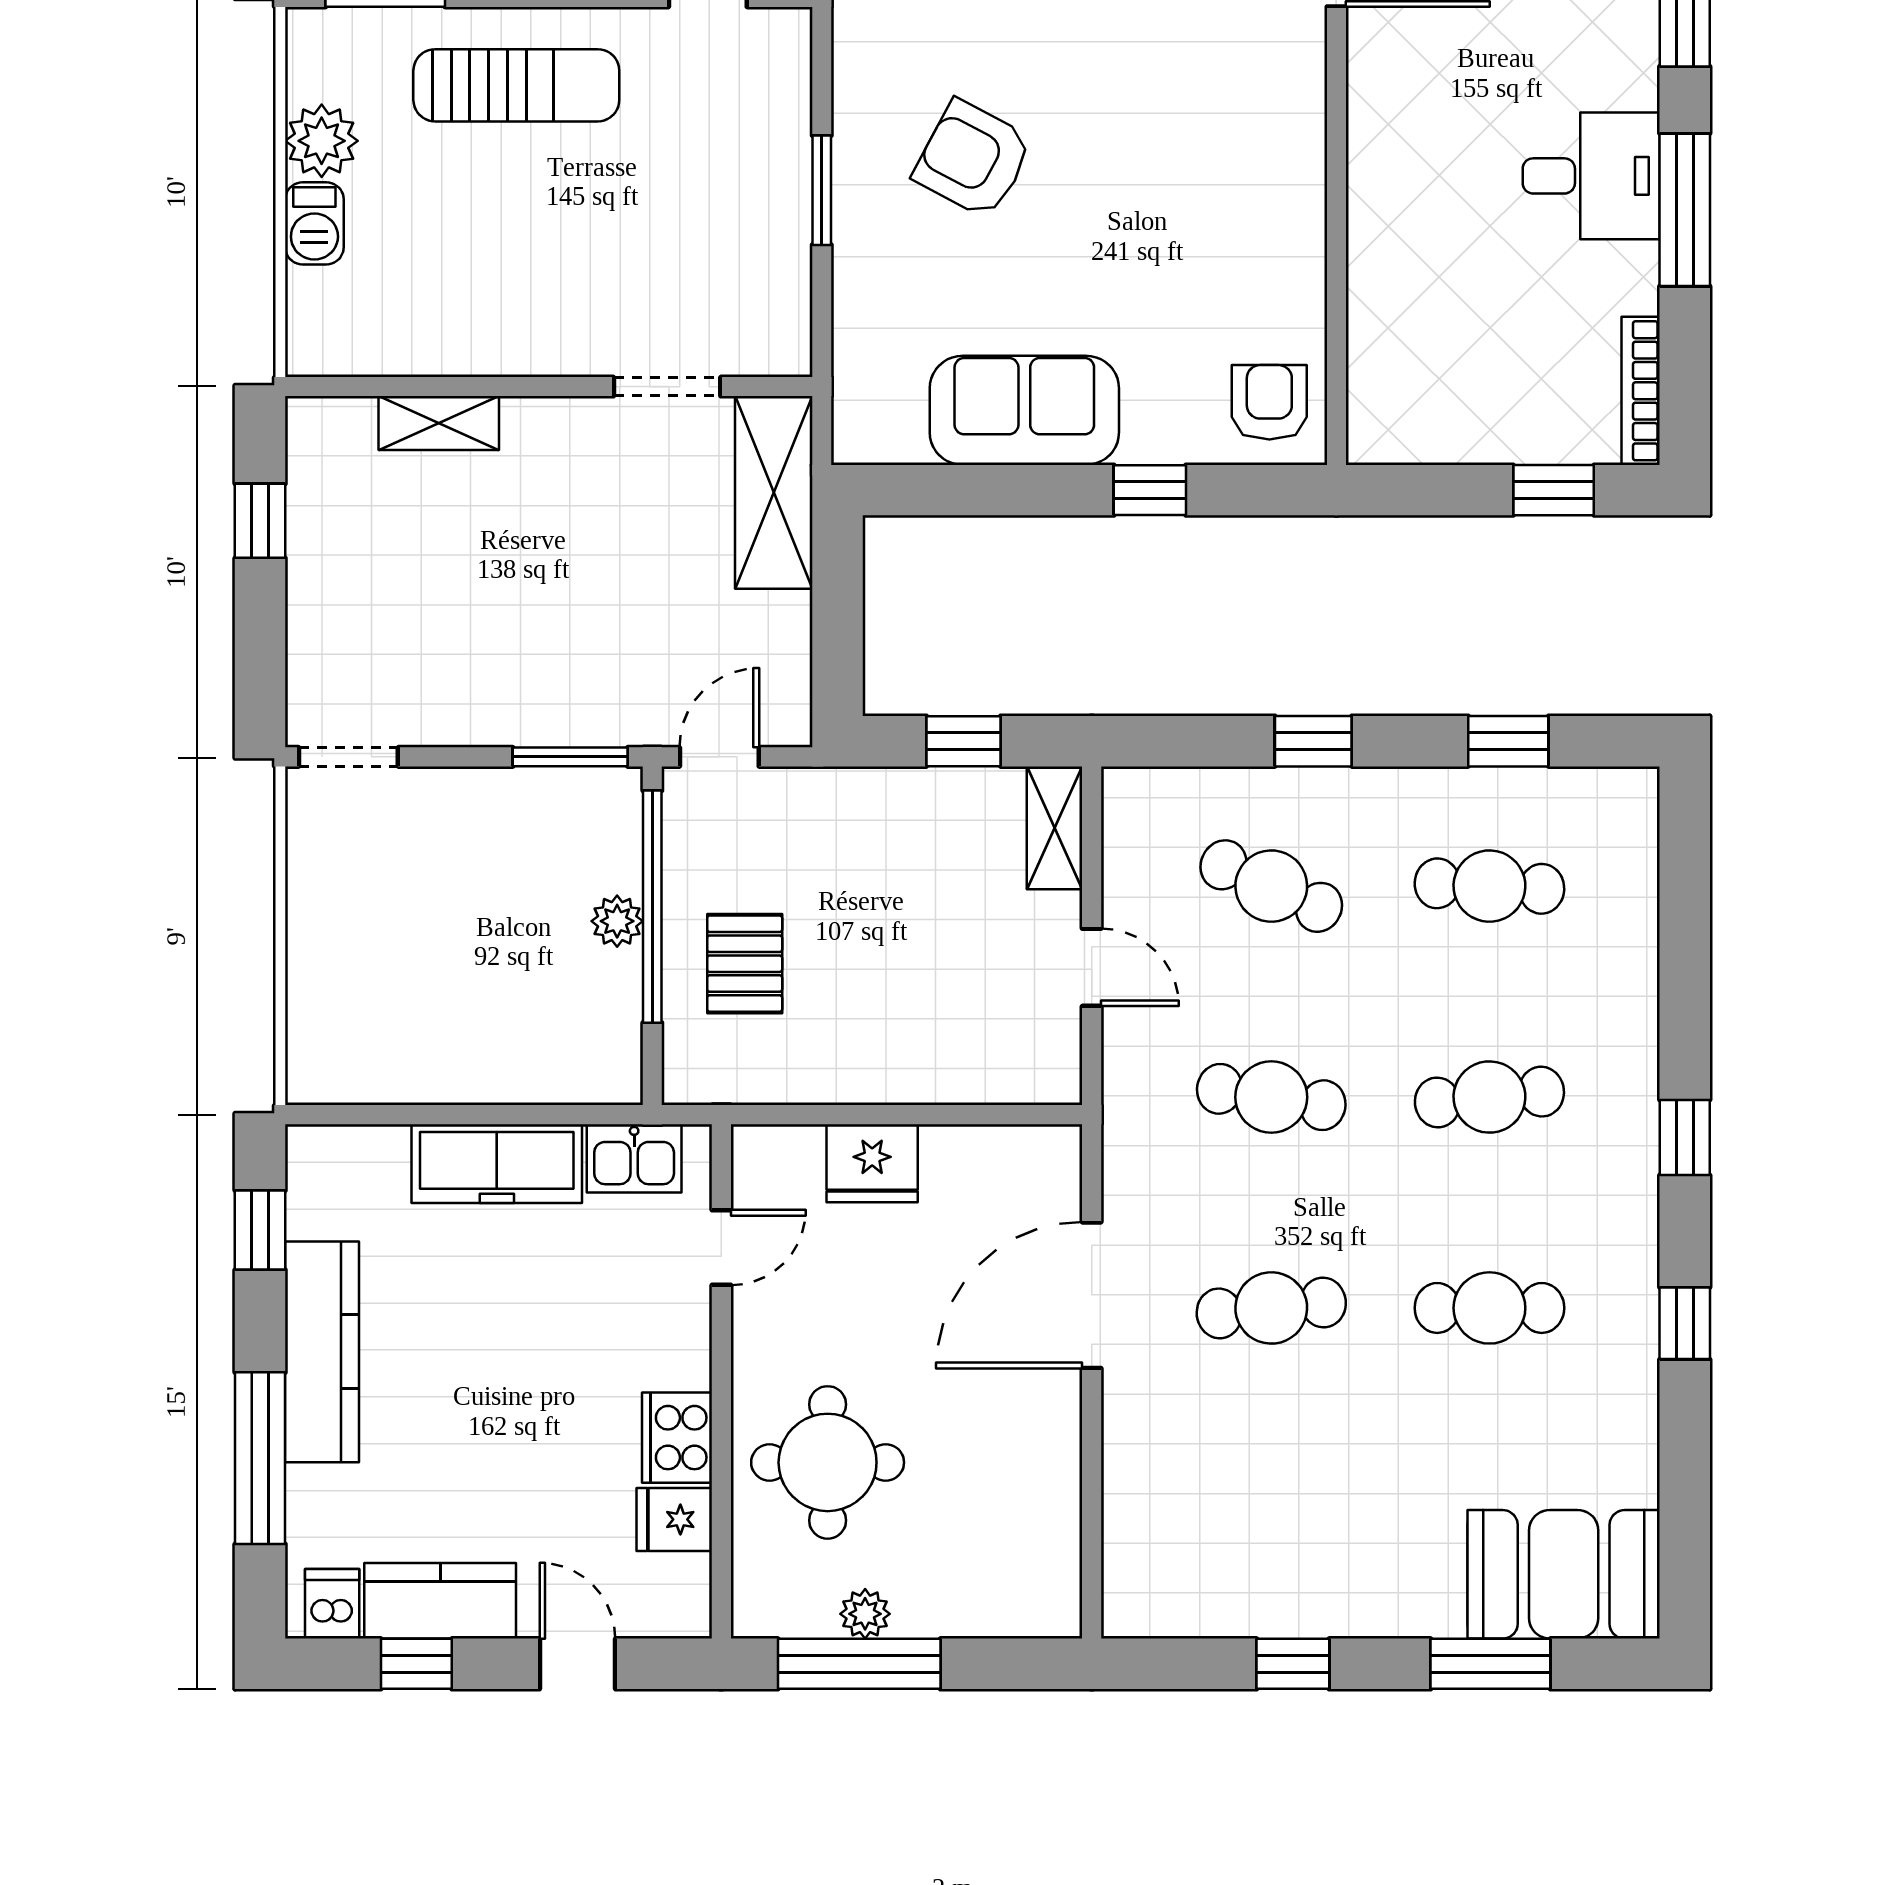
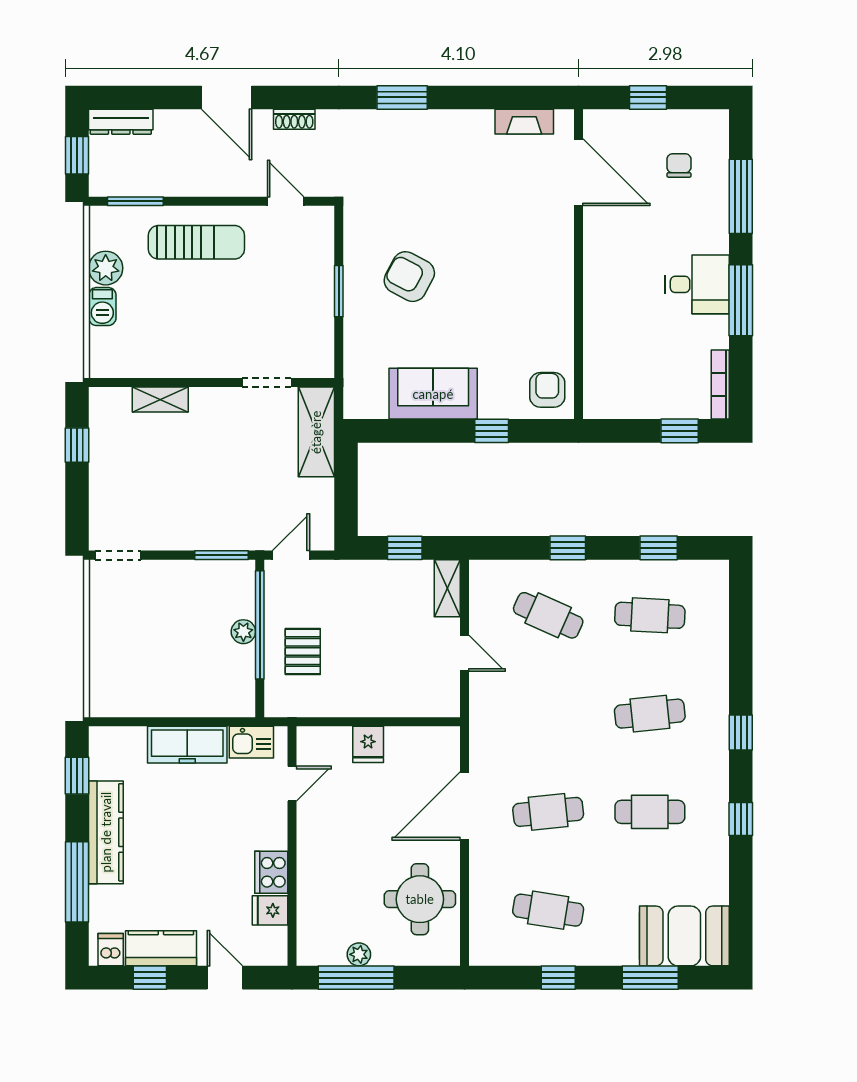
cafe table: (1271, 1097) -> (548, 910), moved
fridge: (872, 1163) -> (368, 744), width x0.72
round table: (828, 1462) -> (420, 899), moved

